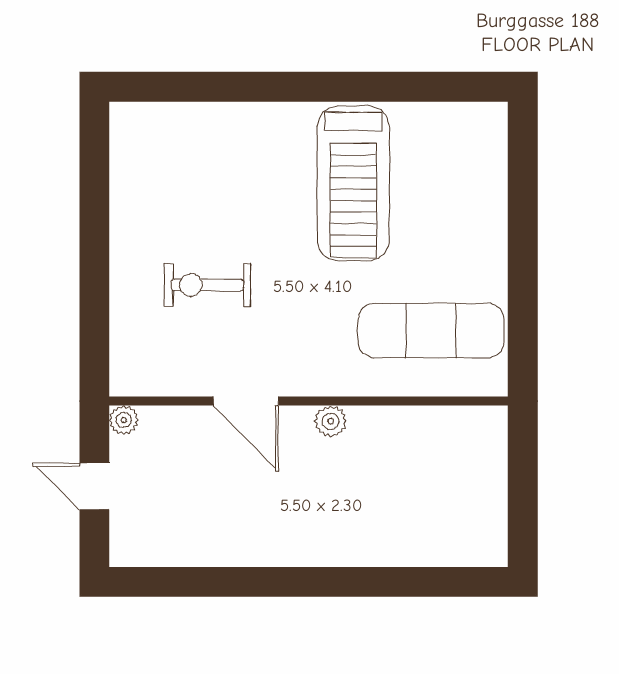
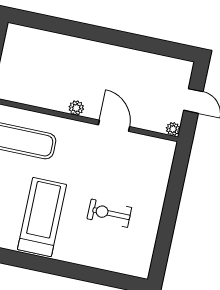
exercise bike: (207, 285) -> (109, 213), moved, turned 180

